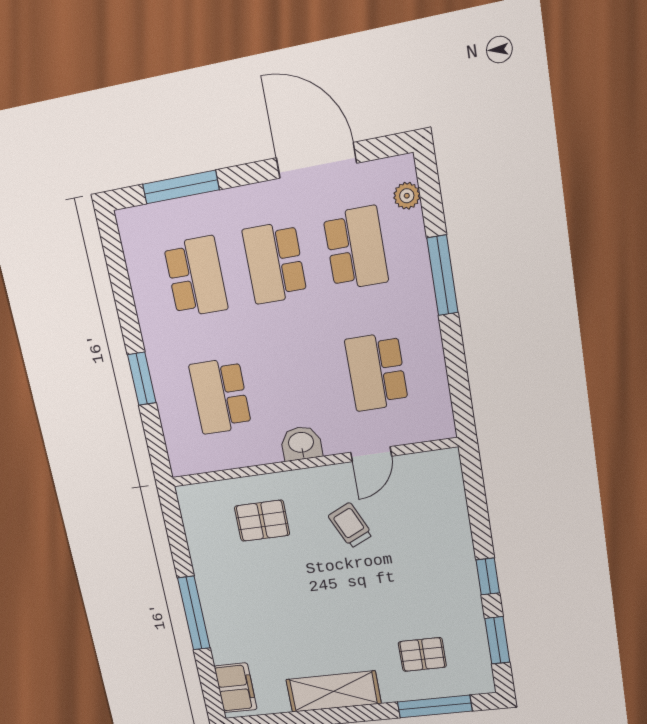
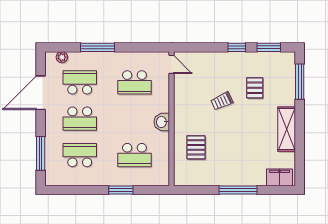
door: (371, 454) -> (172, 64), moved
trolley: (350, 525) -> (222, 101), moved
pallet: (422, 654) -> (255, 88), moved

